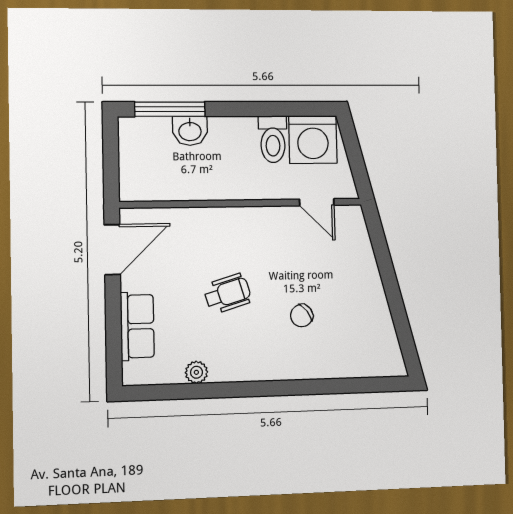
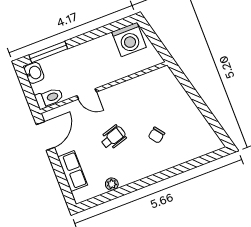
washbasin: (190, 131) -> (34, 73), moved, turned -90
toilet: (273, 139) -> (49, 98), moved, turned -90
door: (317, 202) -> (87, 94), moved

